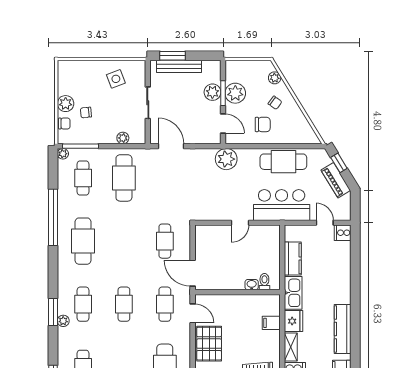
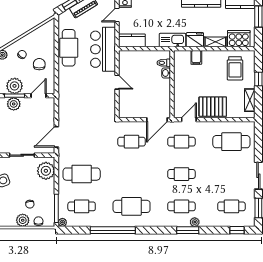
plant: (123, 138) -> (46, 171), width x1.87, depth x1.87
plant: (226, 159) -> (67, 93), removed
kitchen counter: (293, 259) -> (132, 40), moved

